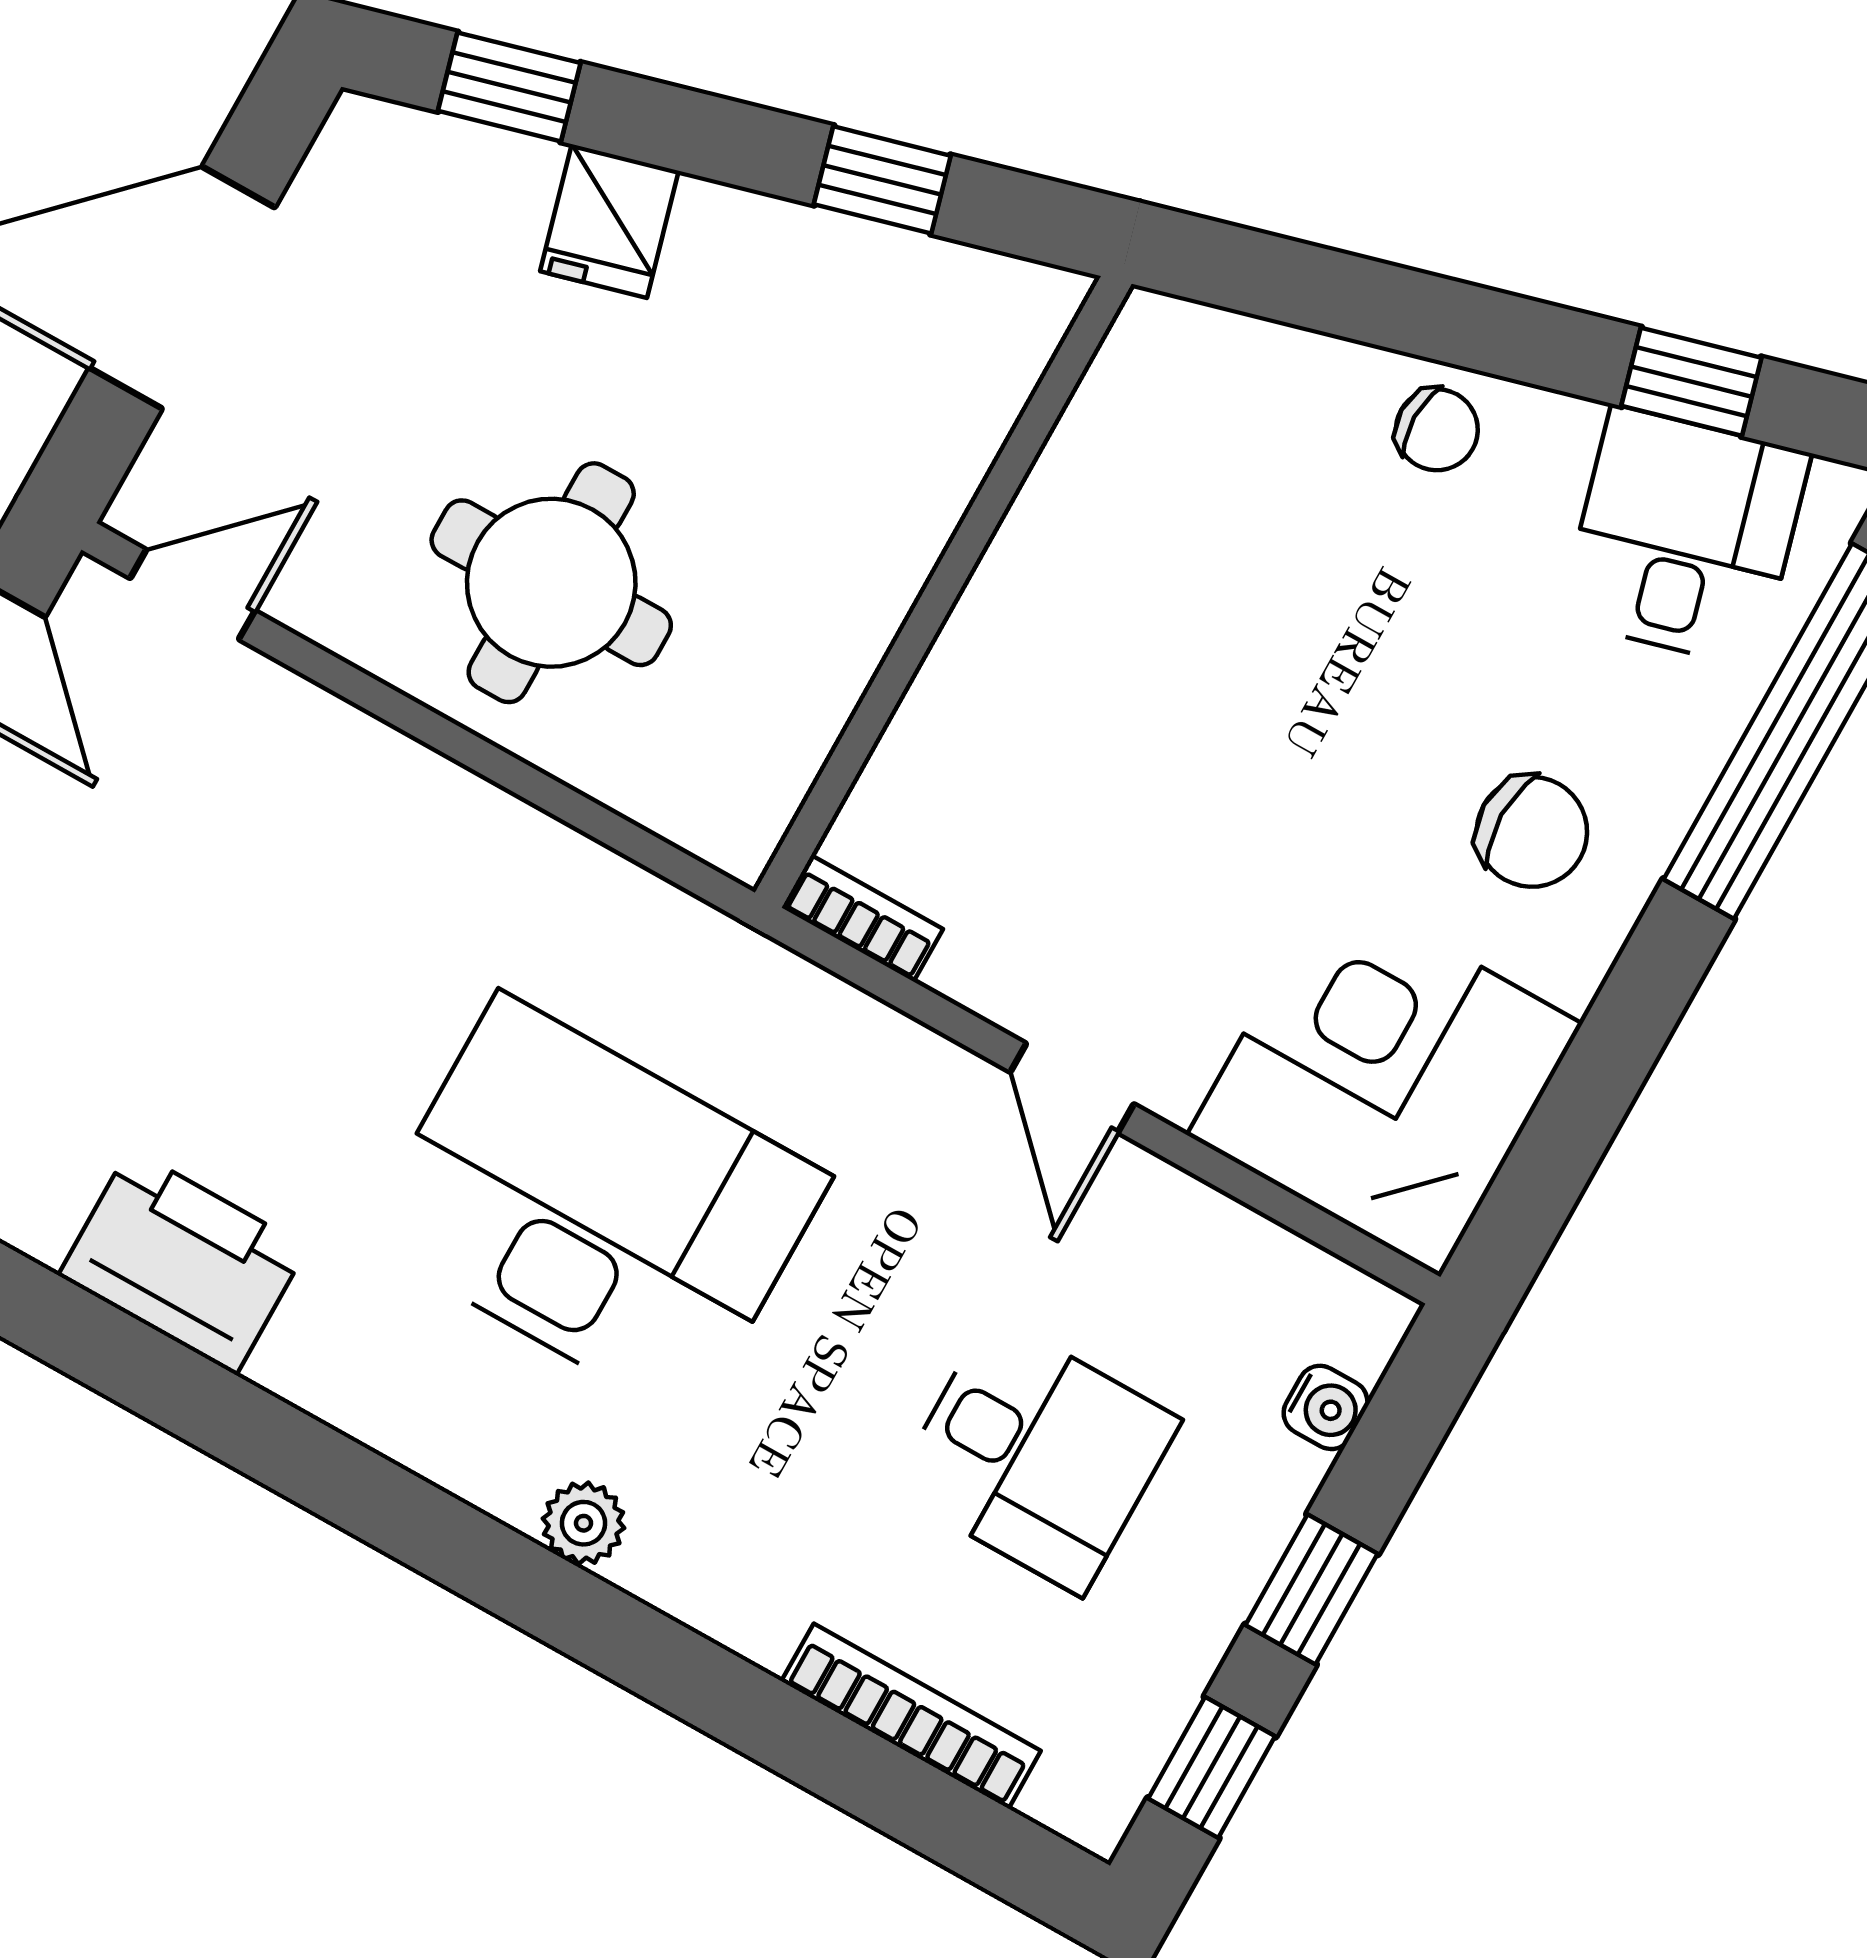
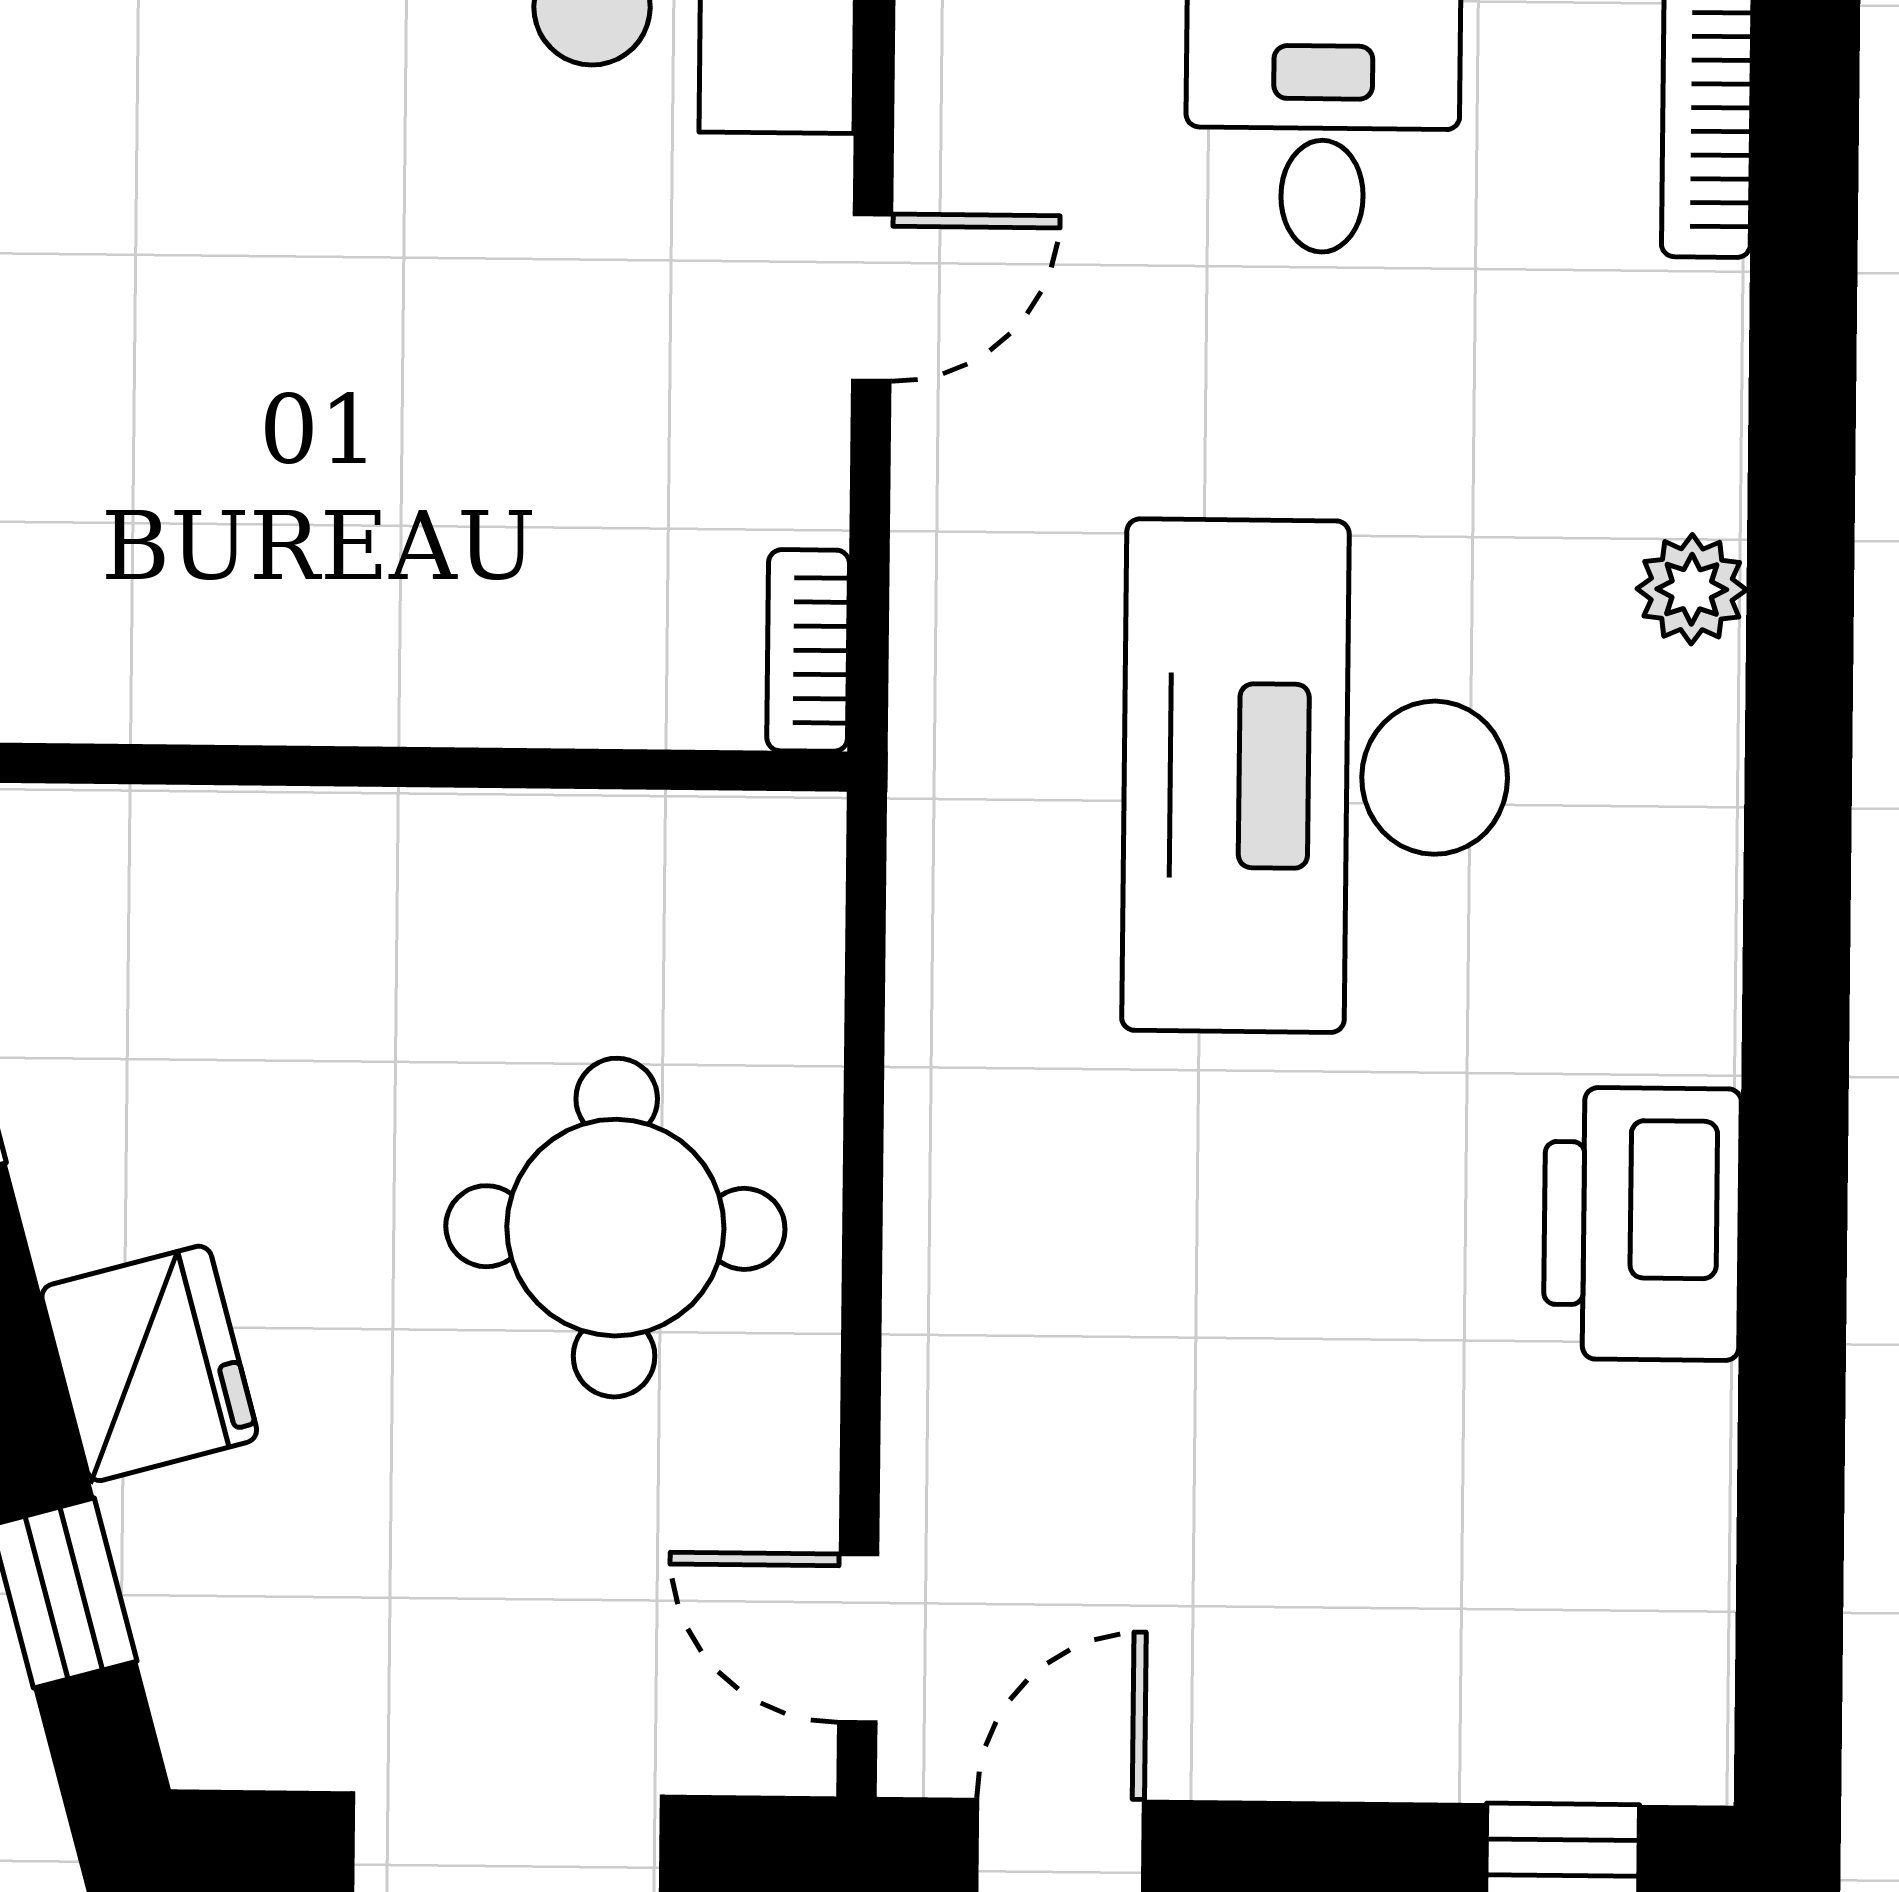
fridge: (609, 221) -> (149, 1363), width x1.38

